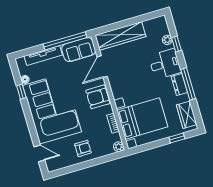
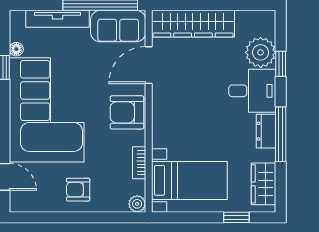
plant: (167, 40) -> (261, 52), width x1.88, depth x1.88
bed with nightstands: (142, 118) -> (189, 180), width x0.73
armchair: (83, 148) -> (78, 190), turned 180

